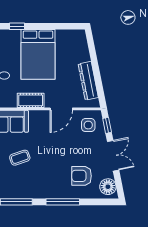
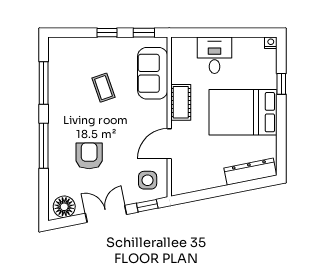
dresser: (88, 81) -> (250, 172), moved
door: (61, 109) -> (169, 144), hinge flipped
double door: (113, 156) -> (106, 214), swing flipped
armchair: (82, 176) -> (89, 156), moved

